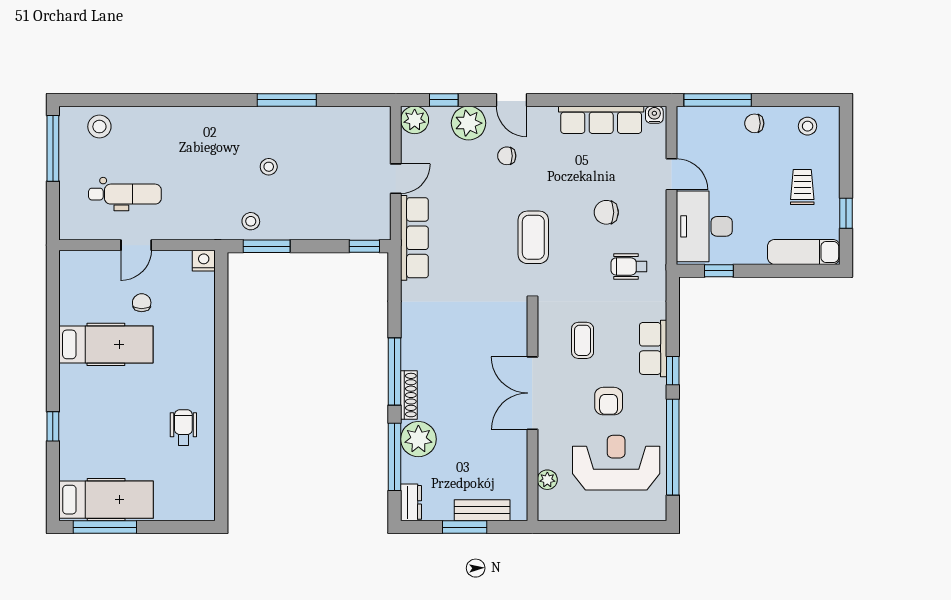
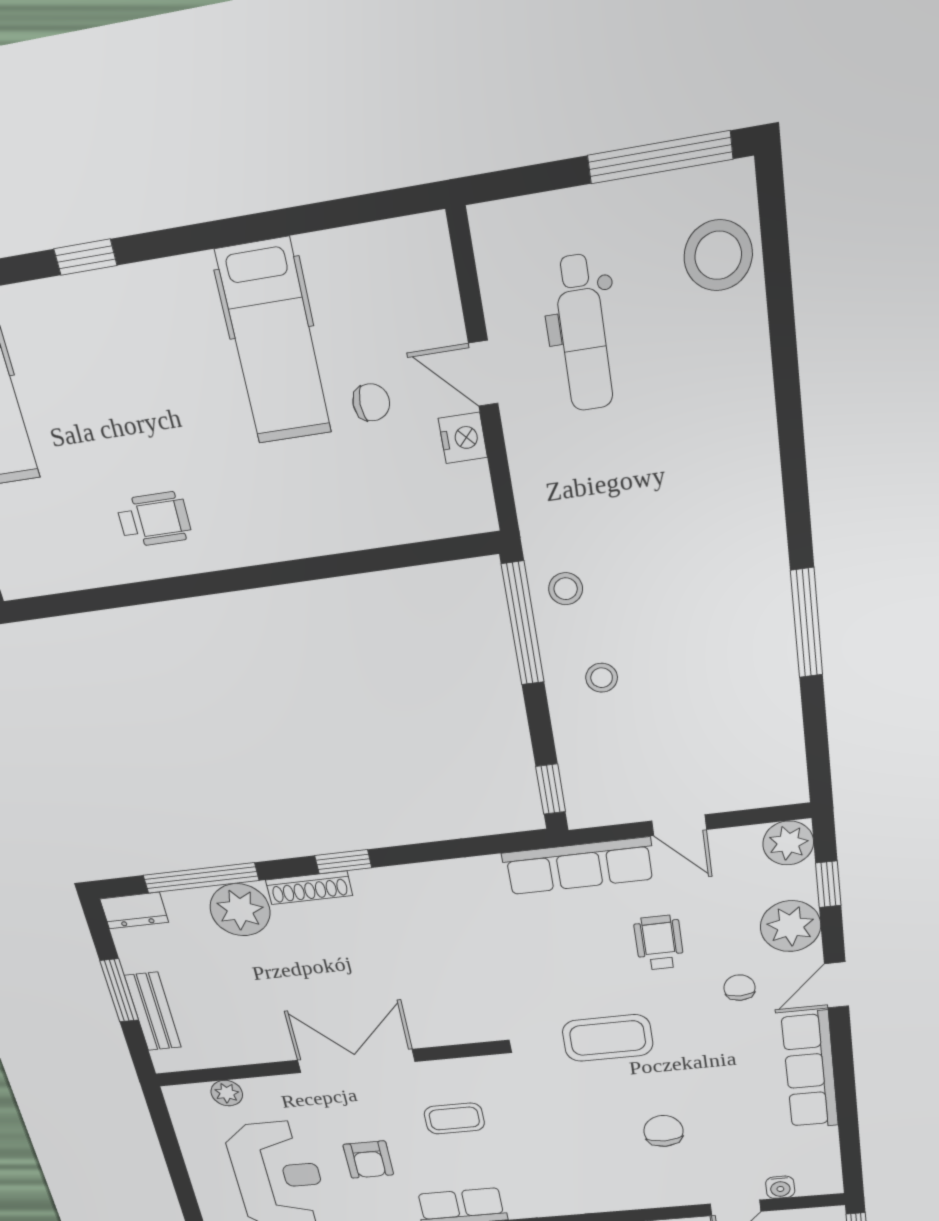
water cooler: (654, 115) -> (780, 1187), moved, turned 90
row of seats: (601, 120) -> (810, 1070), moved
stool: (99, 127) -> (718, 255), width x1.38, depth x1.38
stool: (269, 167) -> (602, 678), moved
window: (267, 246) -> (523, 624), width x1.44
nightstand: (204, 261) -> (463, 438), moved
wheelchair: (629, 266) -> (659, 943), moved
window: (395, 372) -> (343, 862), width x0.46
armchair: (609, 401) -> (368, 1160), turned -90

